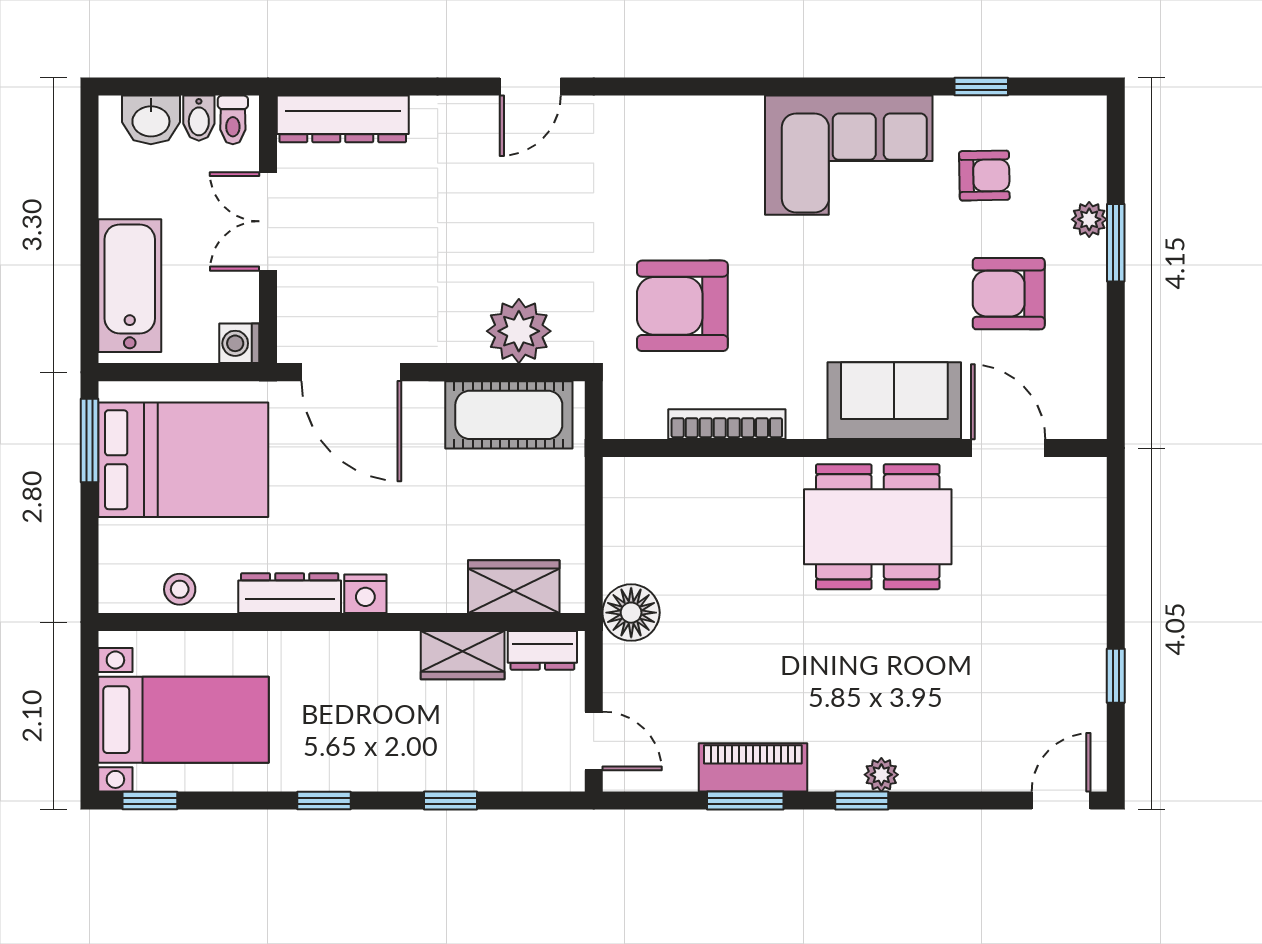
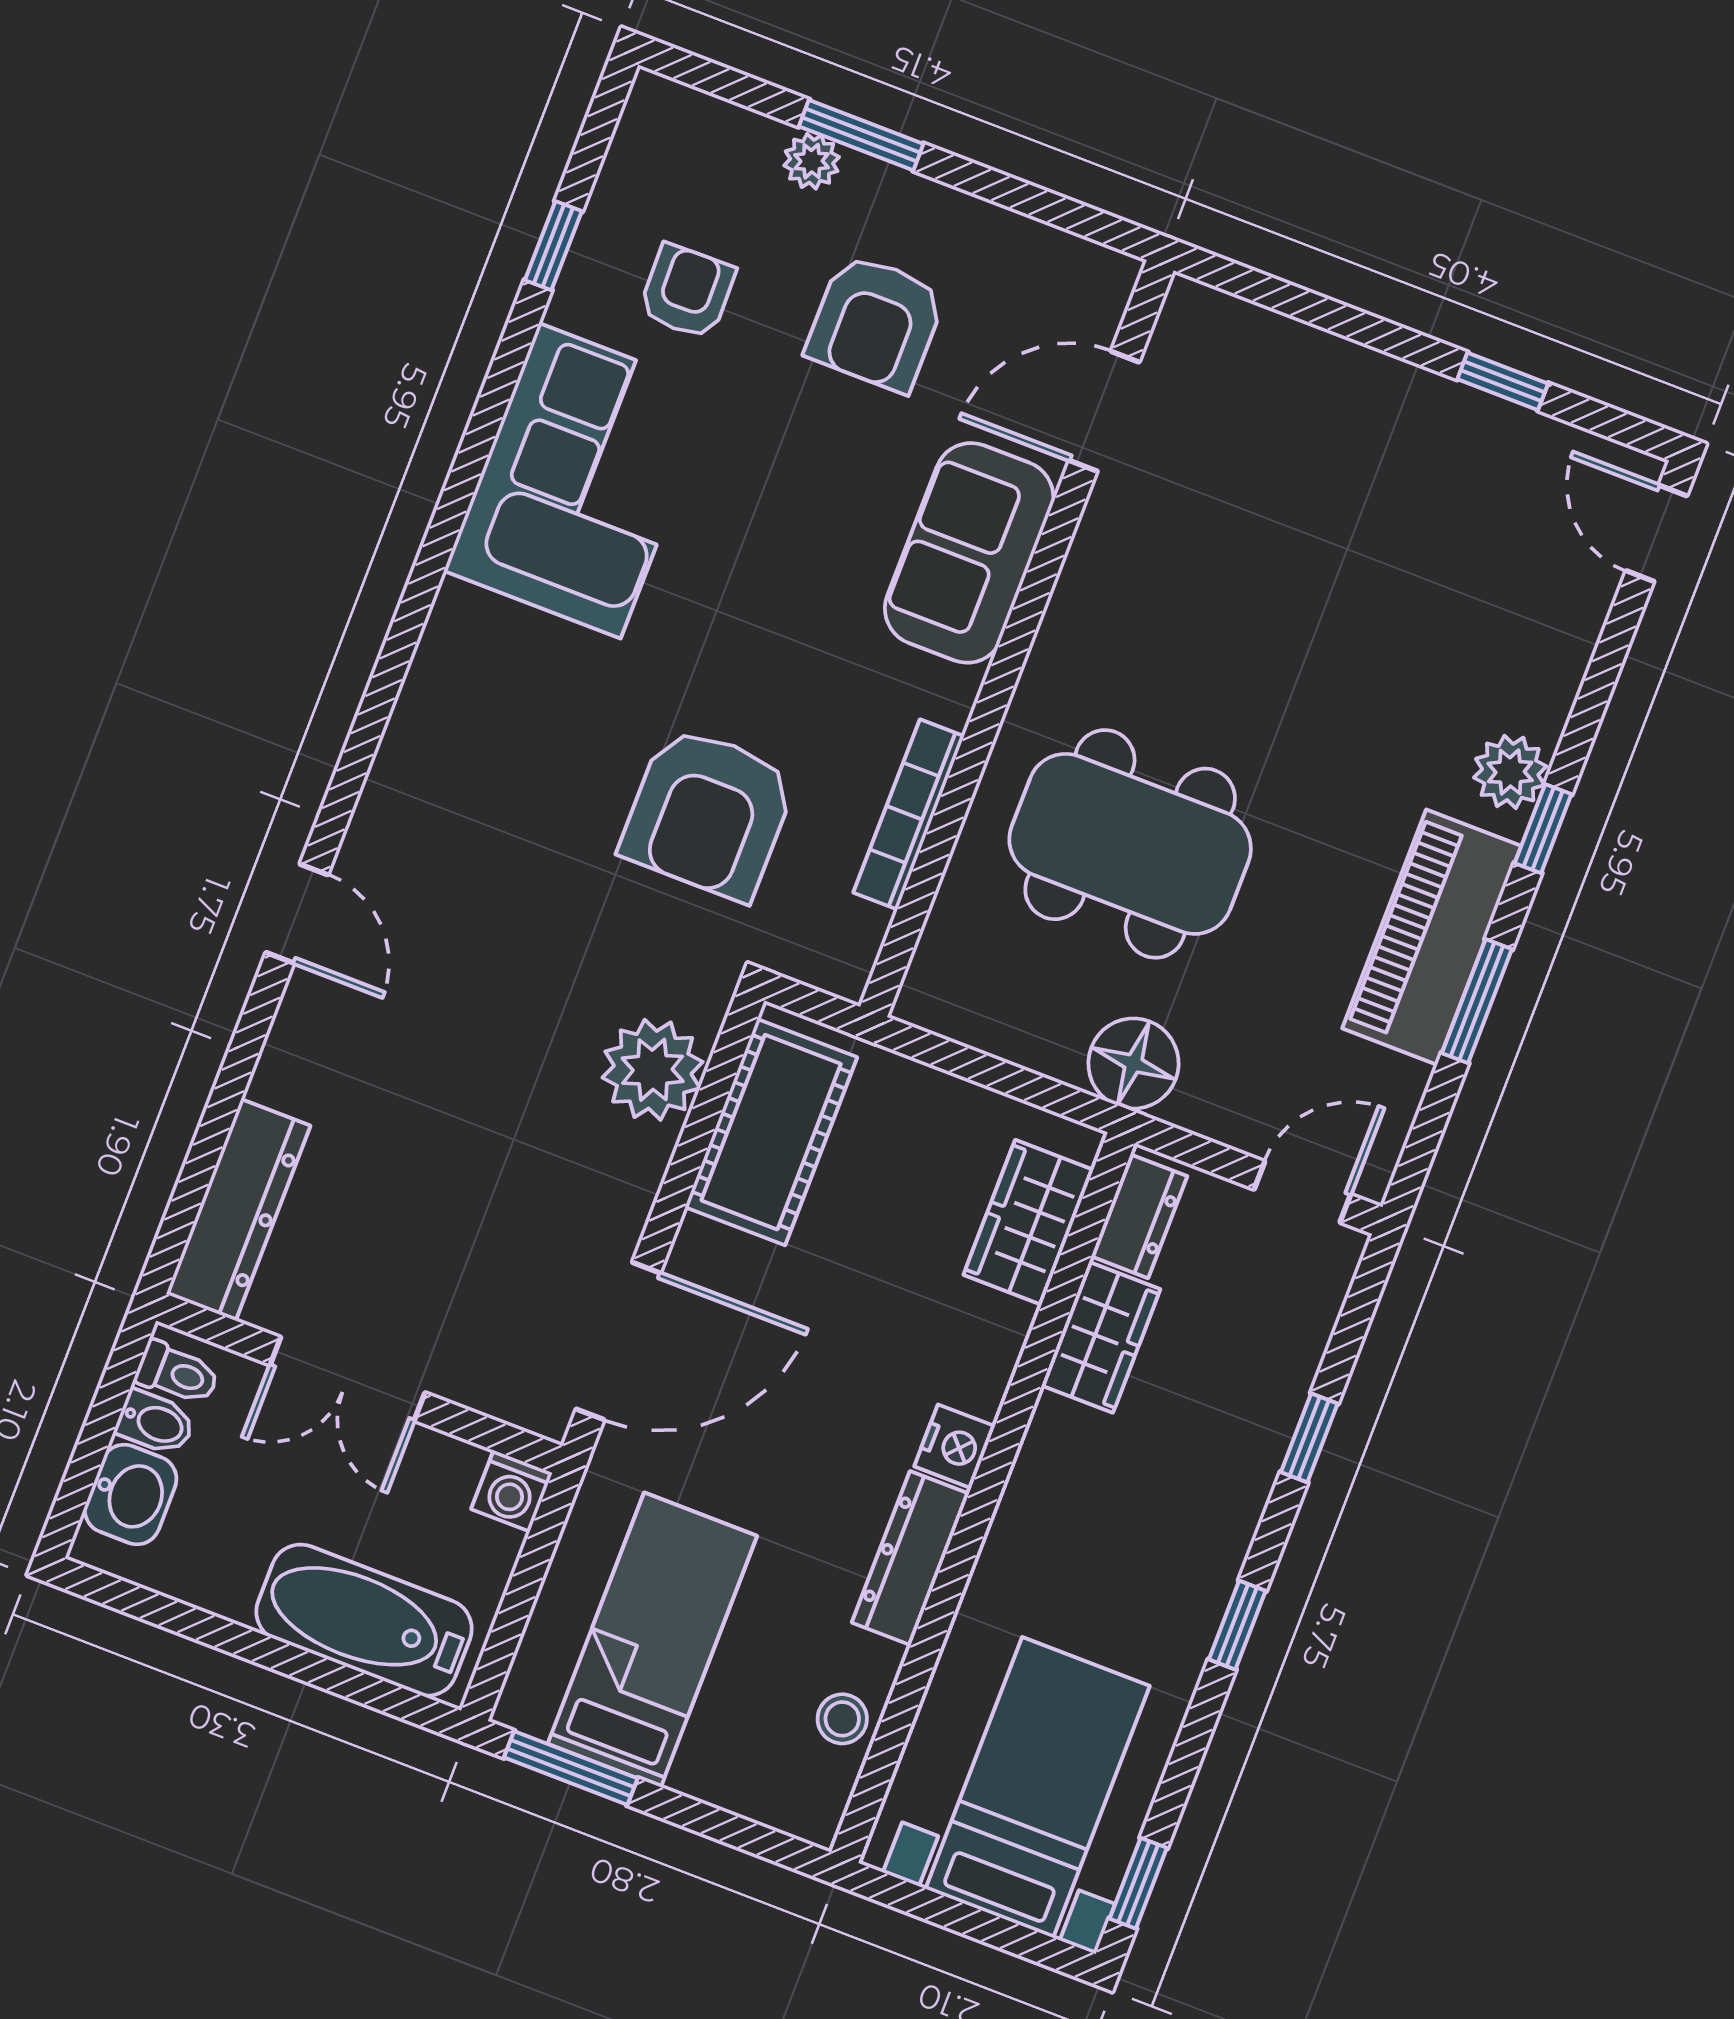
bed: (183, 460) -> (652, 1640), width x0.67
dining table: (878, 527) -> (1130, 844), moved, turned 90
piano: (753, 767) -> (1432, 937), width x1.37, depth x1.33
plant: (881, 775) -> (1510, 772), width x1.38, depth x1.38

